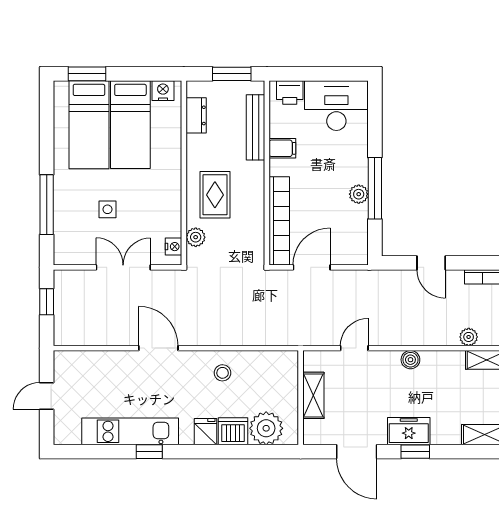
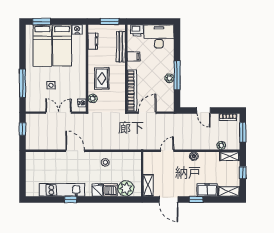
shelving: (313, 395) -> (148, 185), moved
door: (47, 396) -> (22, 173), removed
freezer: (409, 431) -> (207, 190), moved

